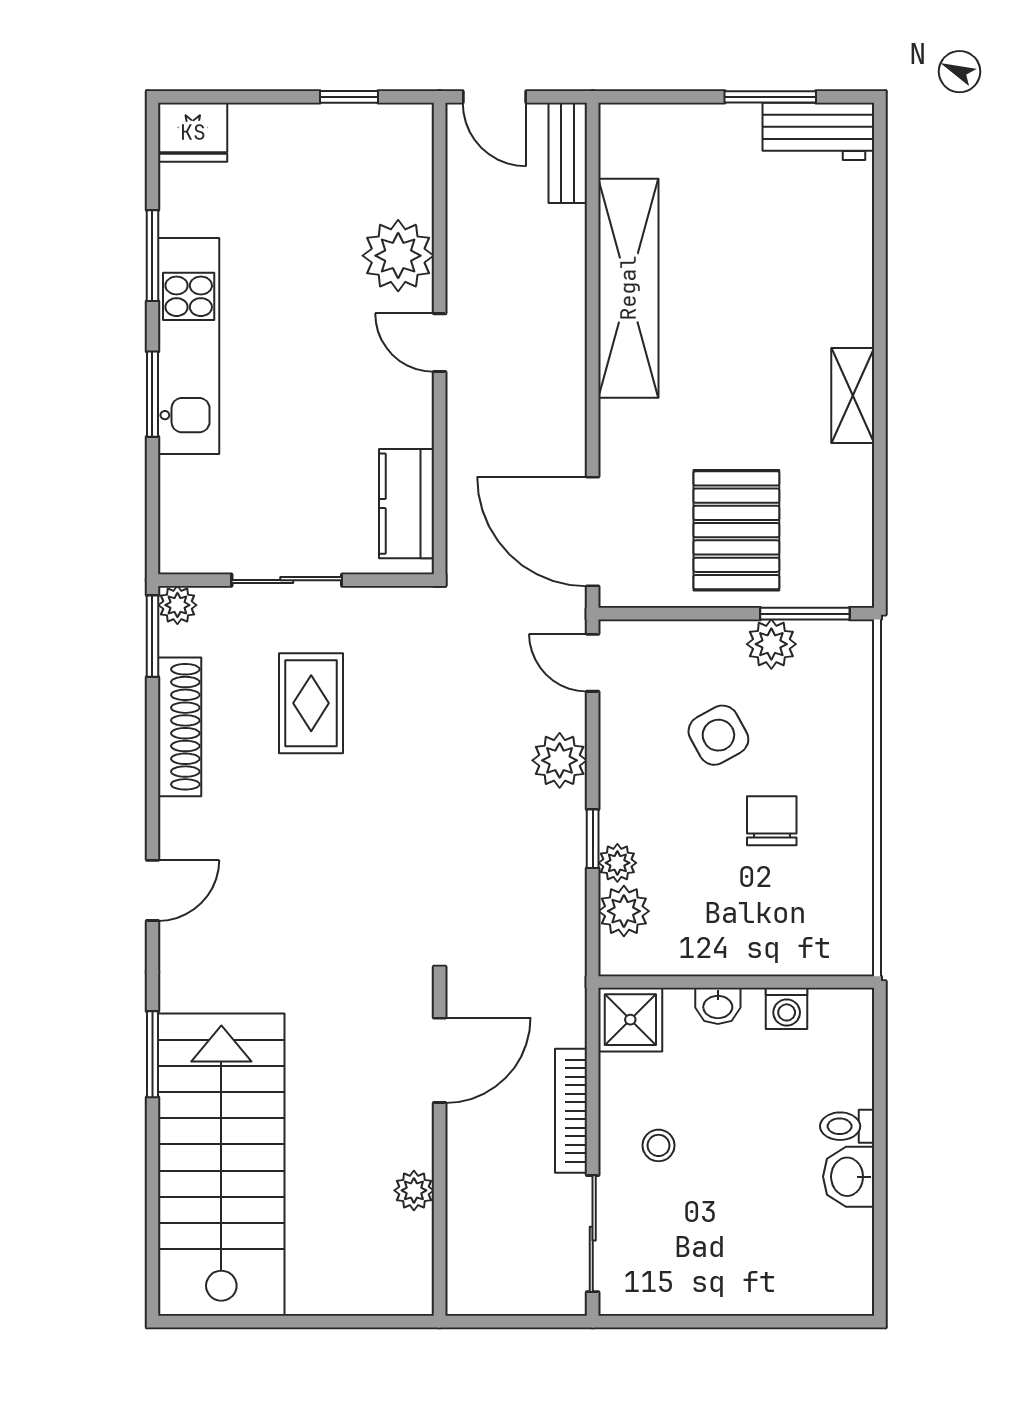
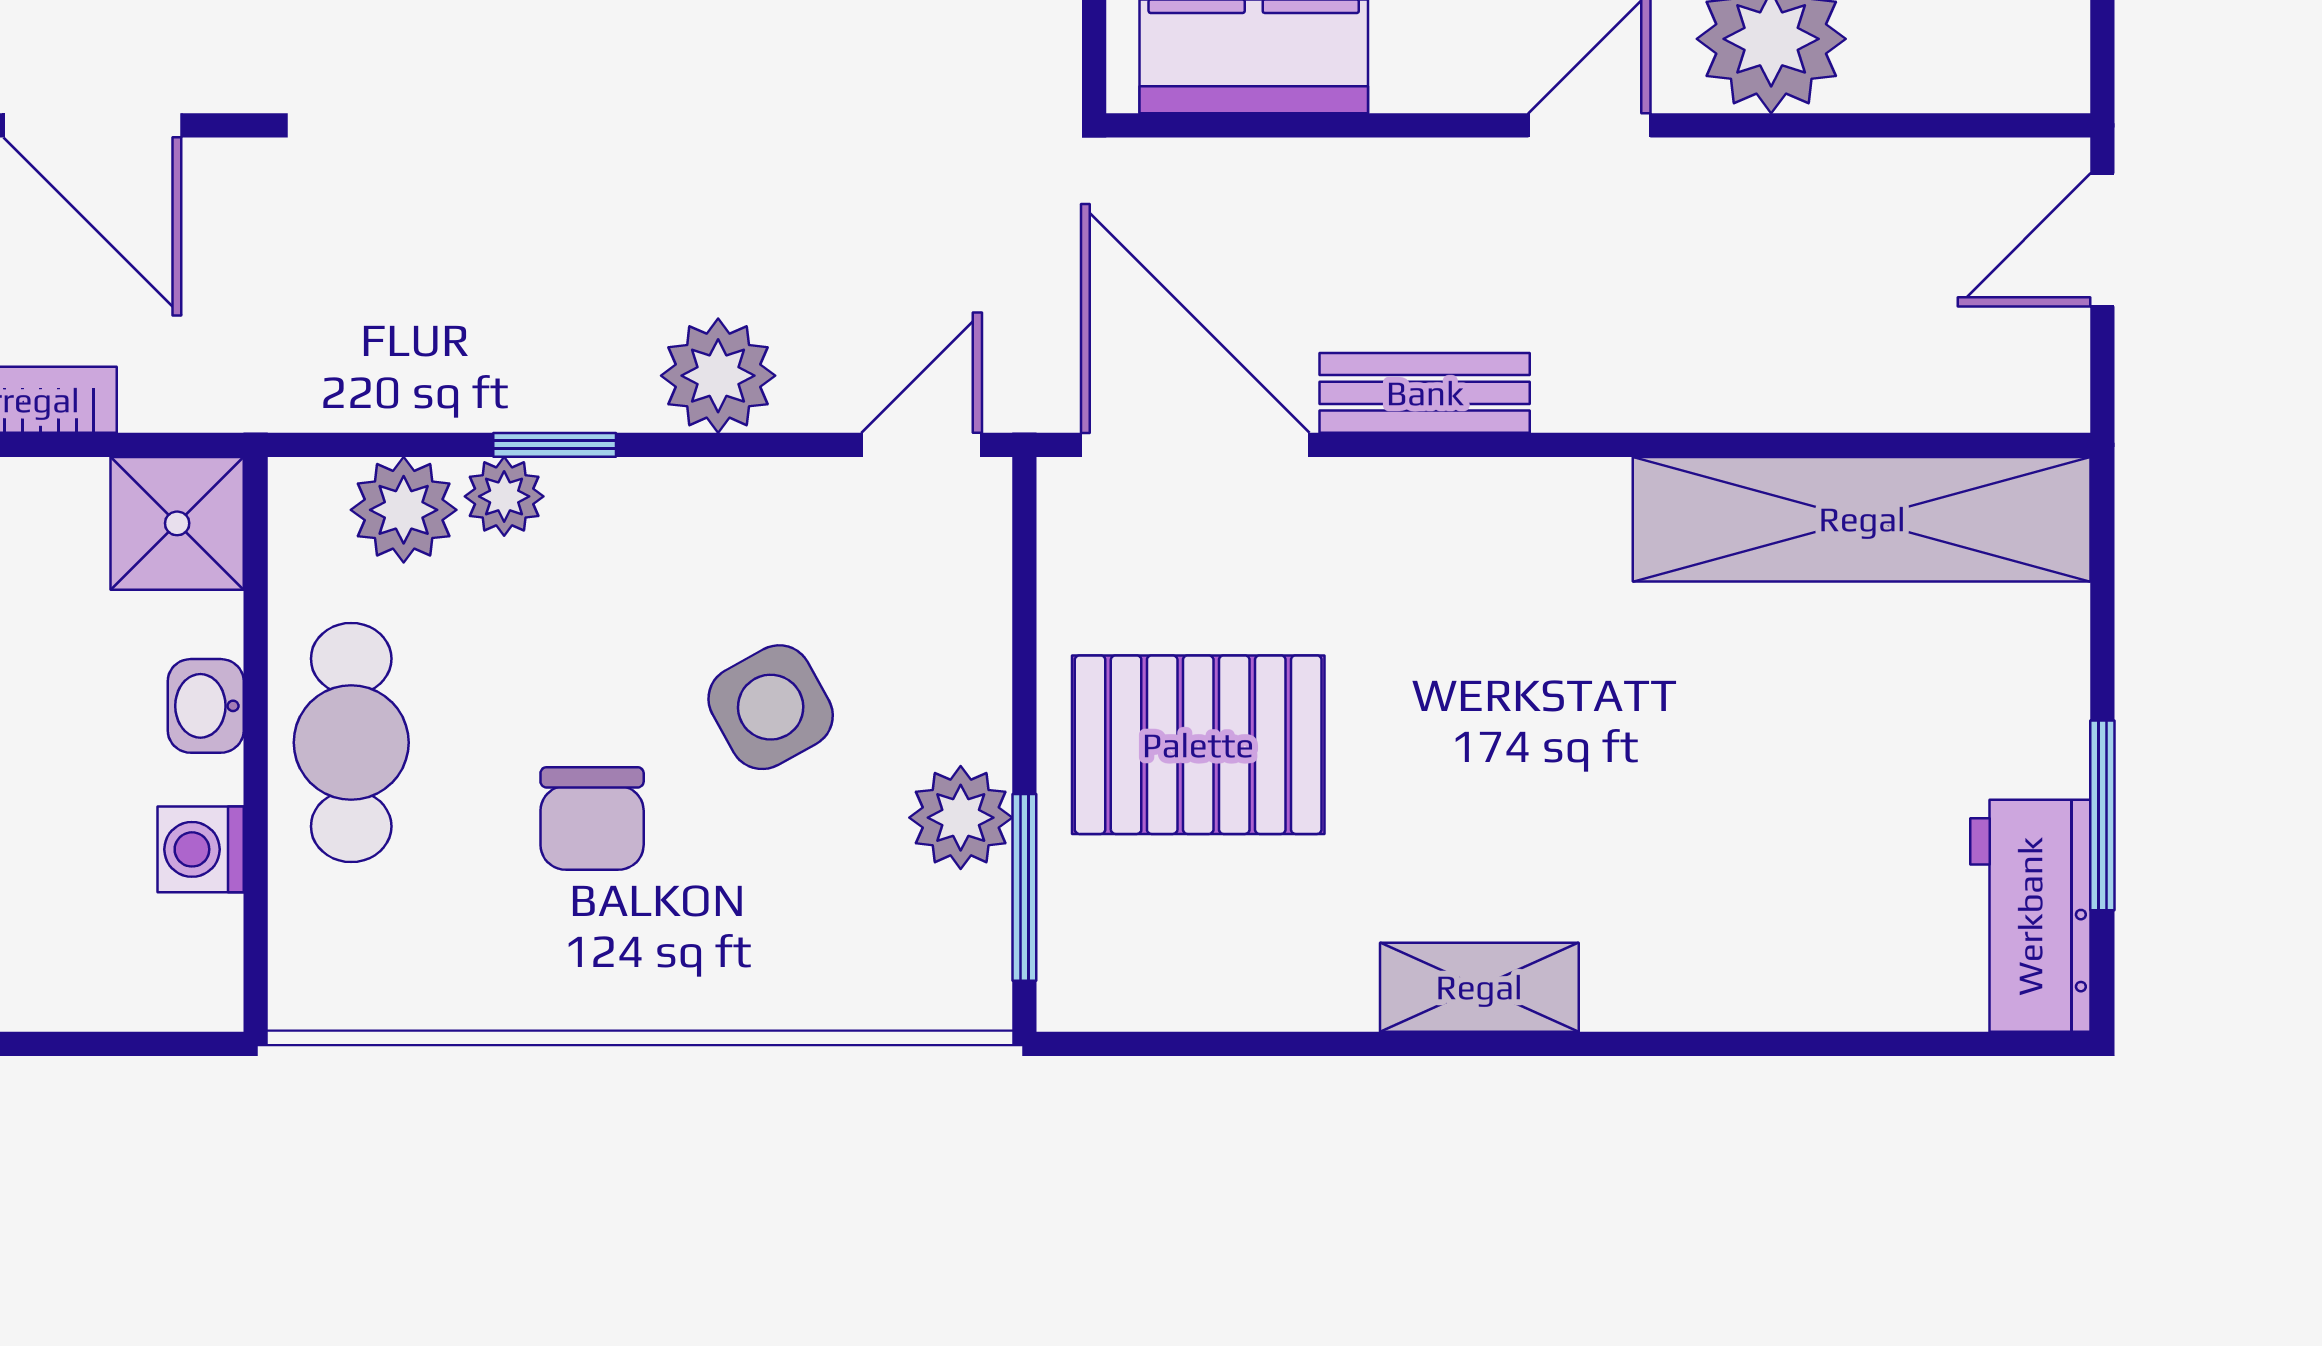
bench: (568, 153) -> (1425, 393), moved
shelving: (628, 288) -> (1862, 519), moved
door: (593, 532) -> (1195, 445), hinge flipped
chair: (772, 821) -> (592, 819), turned 90
cafe table: (735, 936) -> (351, 743), added

